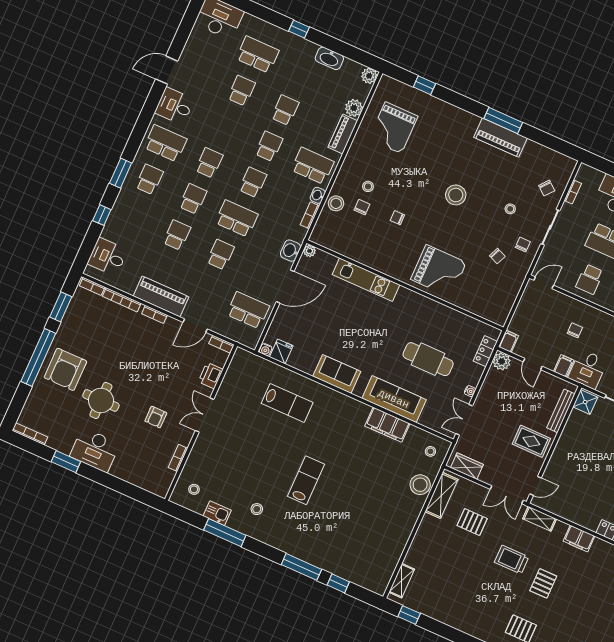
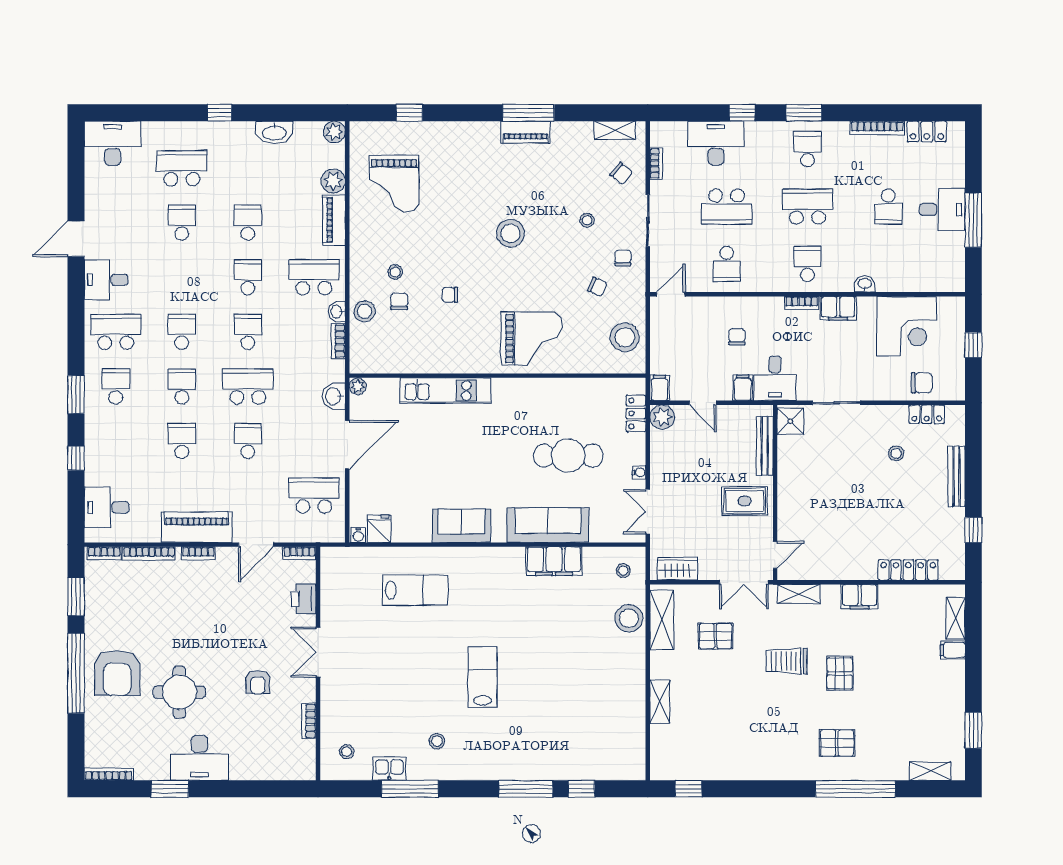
piano: (500, 138) -> (526, 132), width x0.73, depth x0.75
shelving: (555, 158) -> (615, 130), added
stool: (500, 298) -> (625, 337), added
shelving: (402, 581) -> (660, 702), moved

